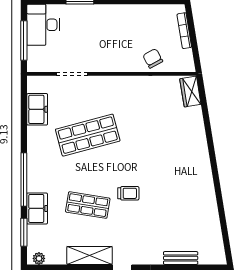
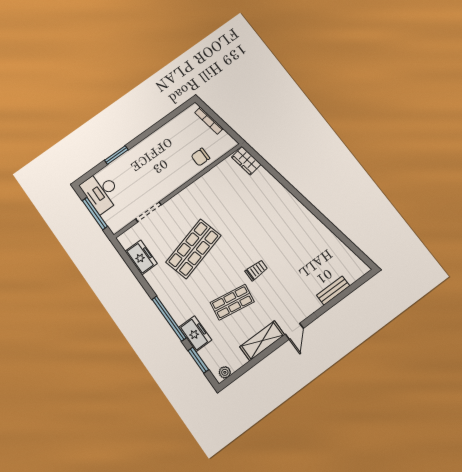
chair: (153, 58) -> (200, 157), turned -61

